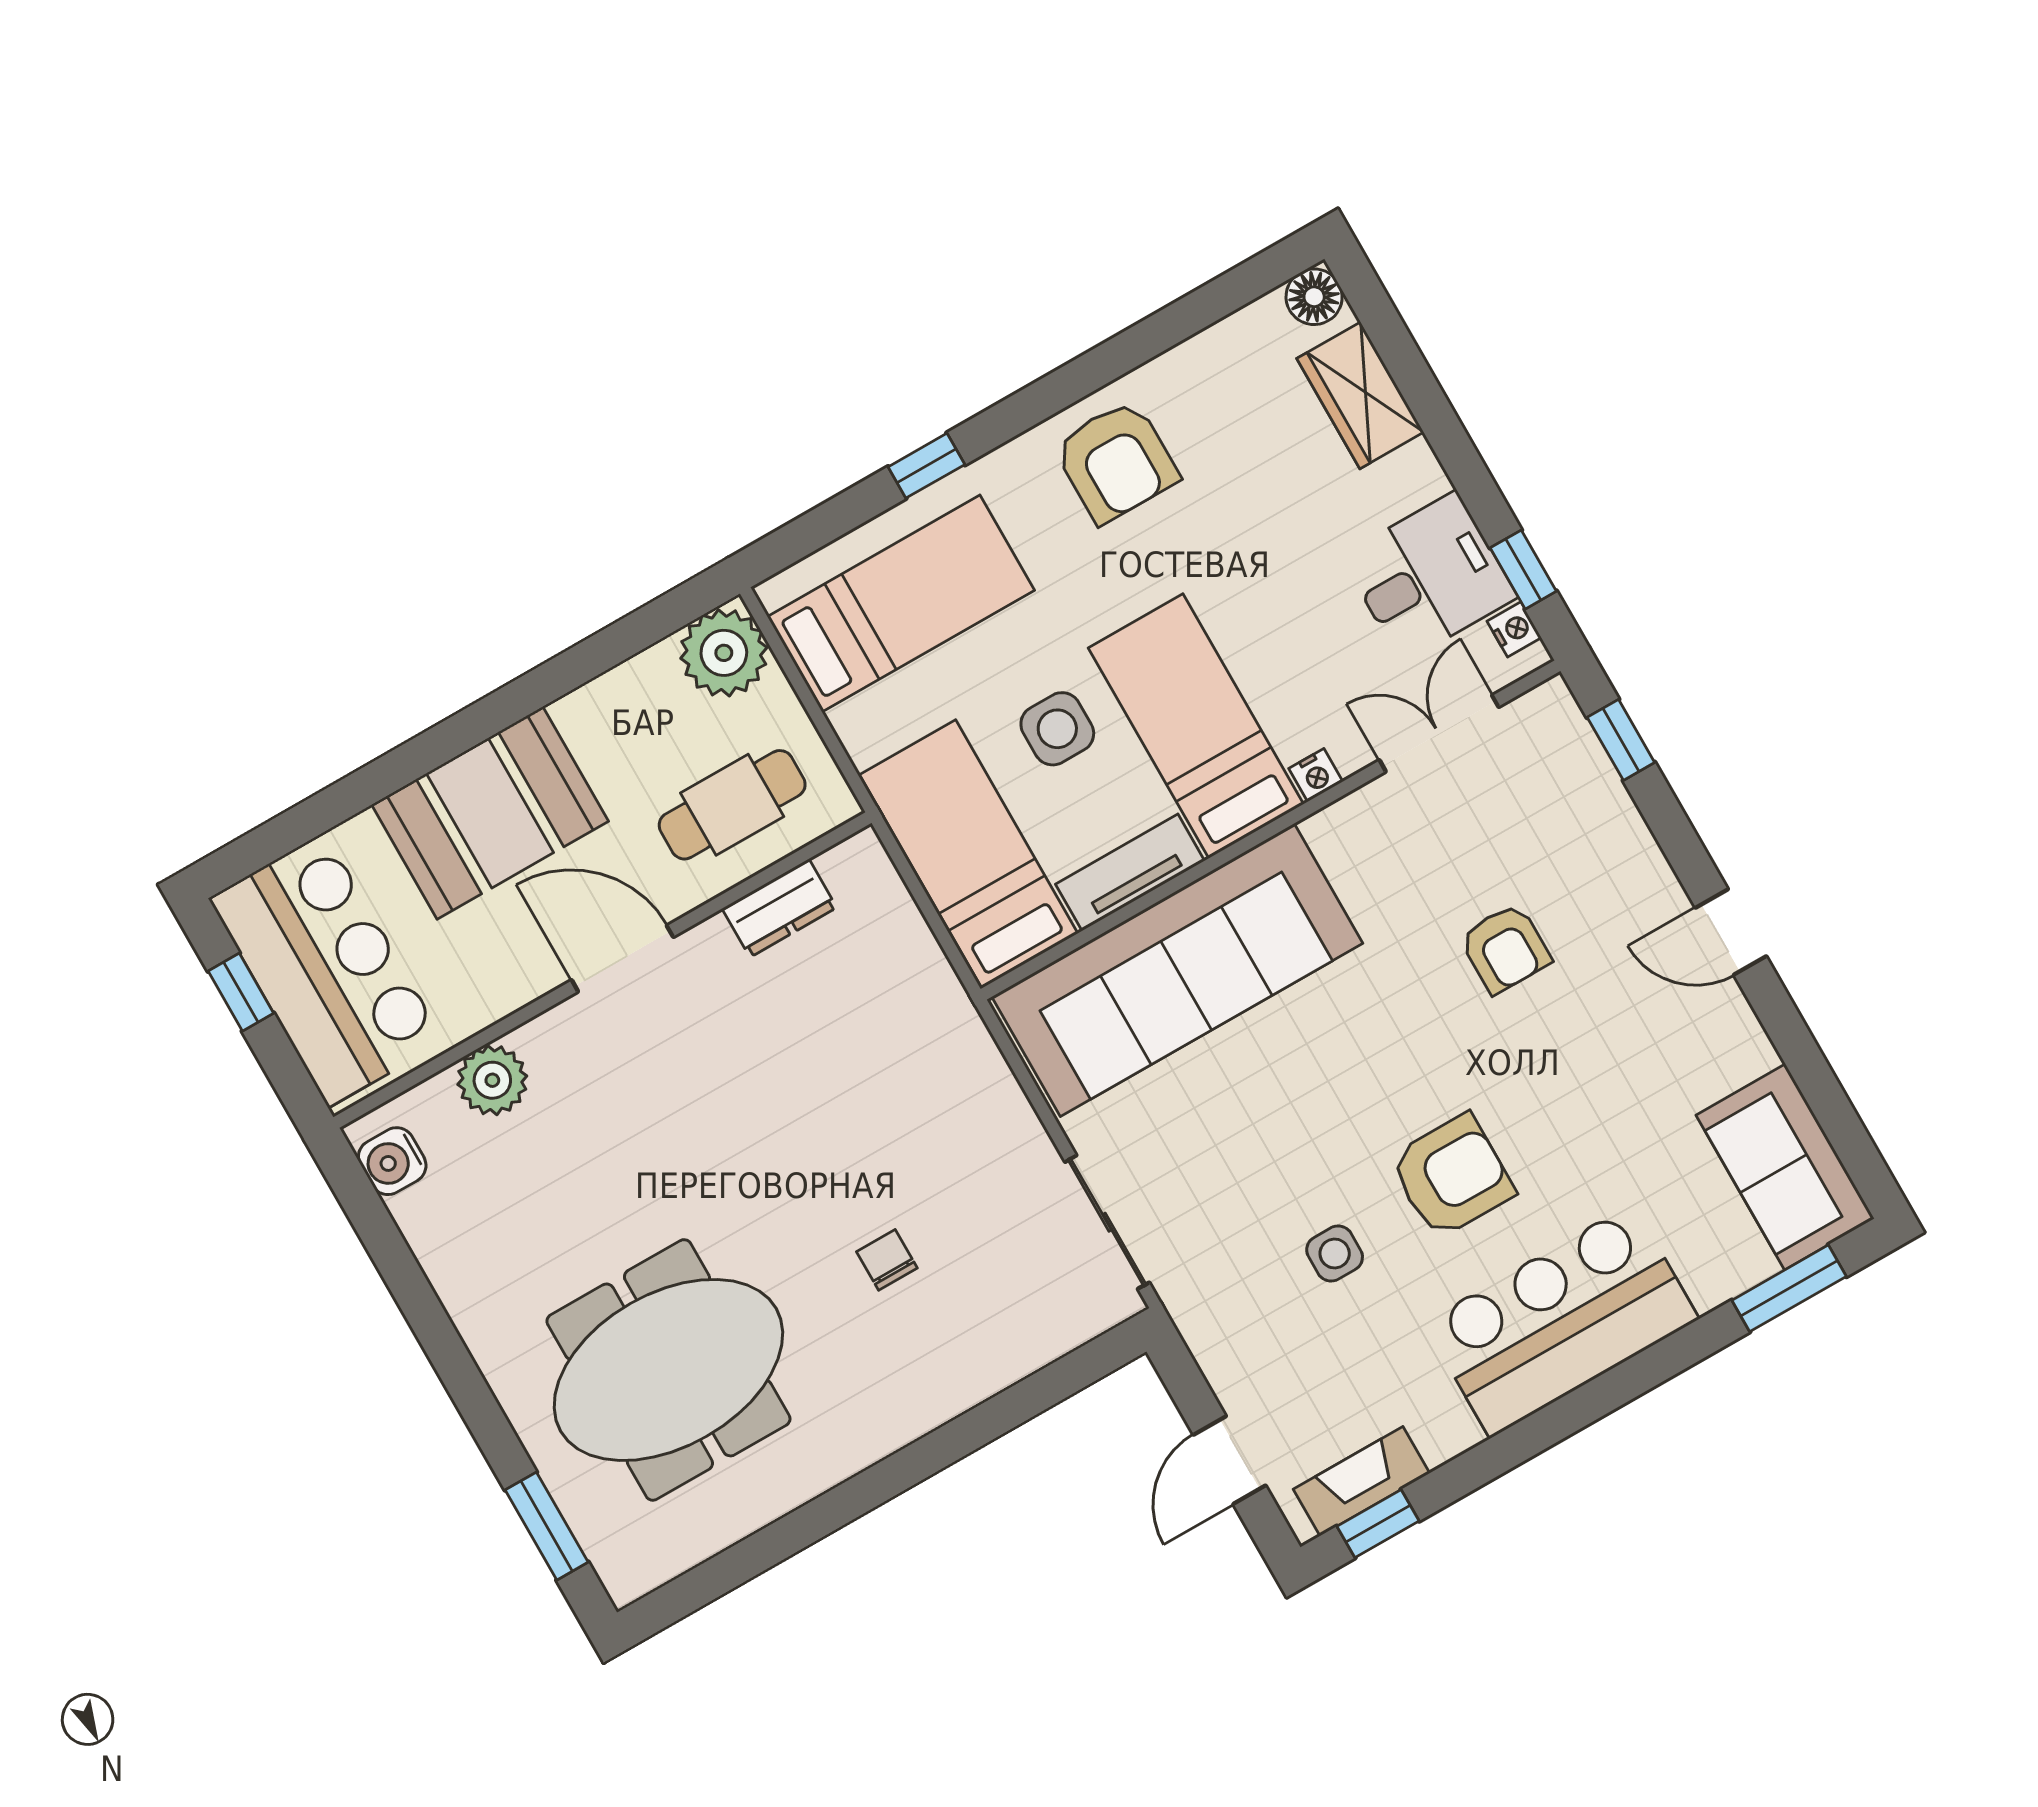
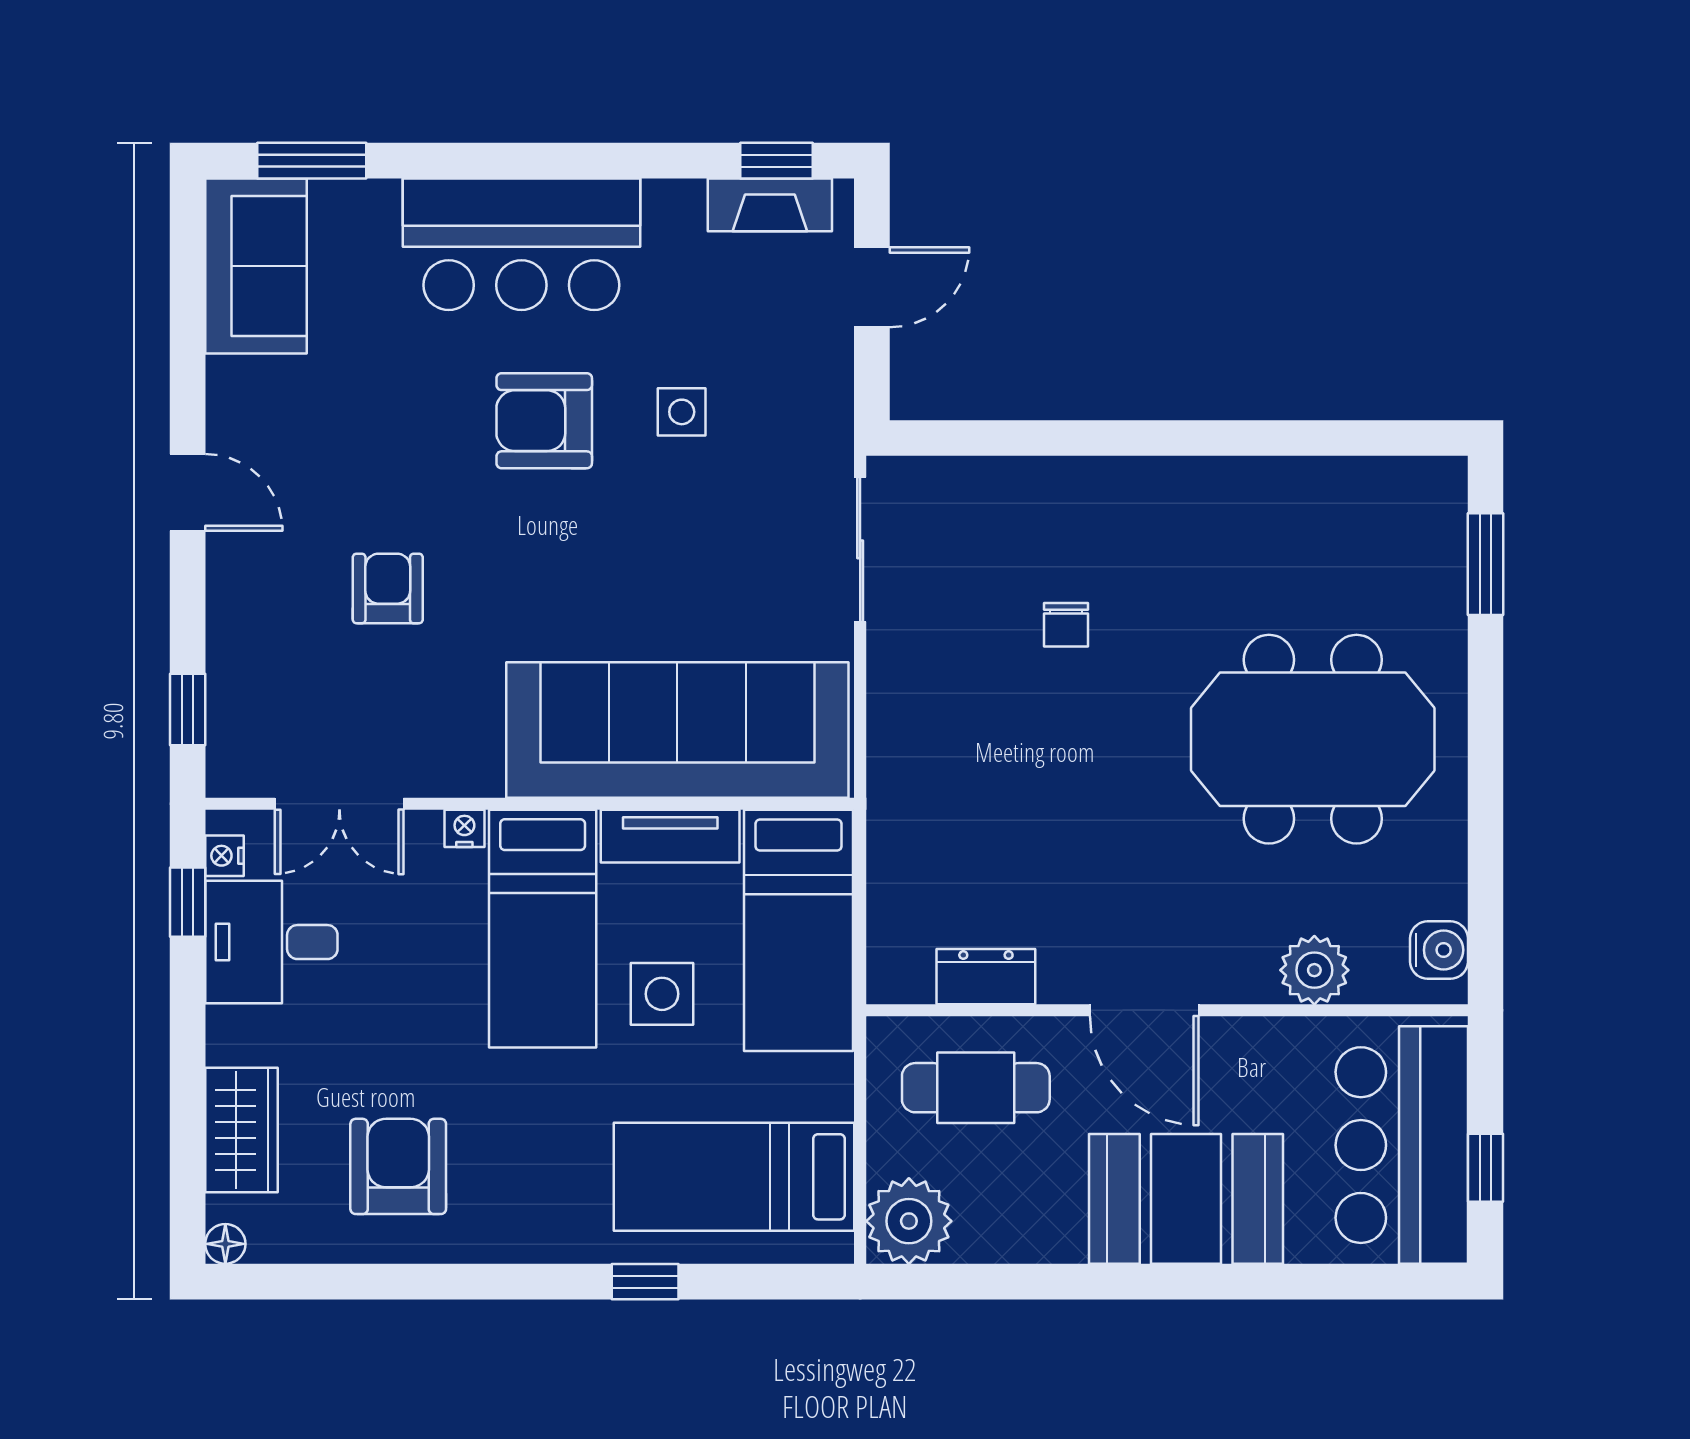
floor lamp: (1314, 297) -> (225, 1244), width x0.73, depth x0.73
armchair: (1116, 461) -> (398, 1166), moved
meeting table: (668, 1370) -> (1313, 739), moved

